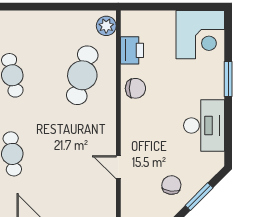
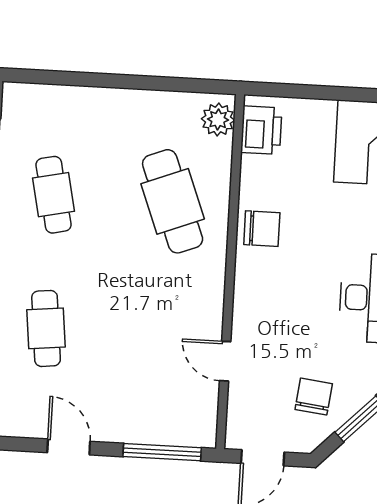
printer: (132, 50) -> (261, 130), moved
cafe table: (82, 75) -> (173, 201), turned -36

